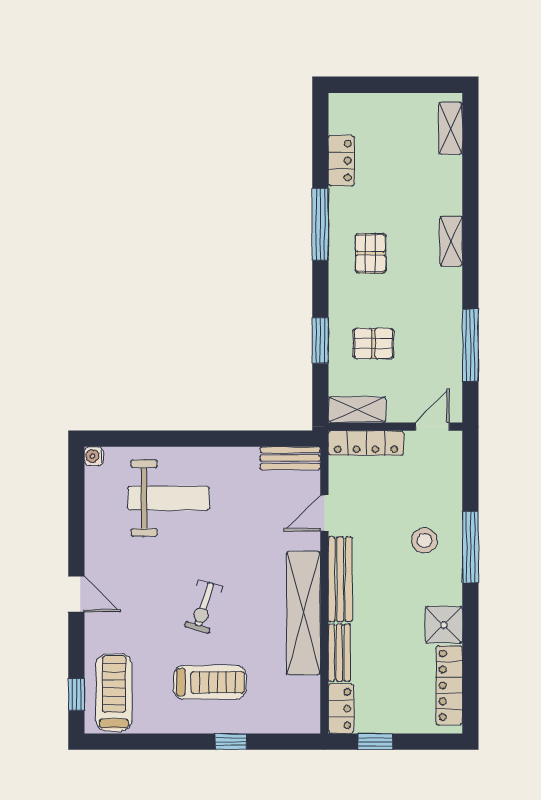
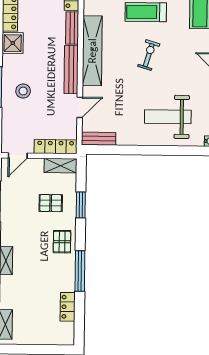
pallet: (371, 253) -> (62, 242), moved

